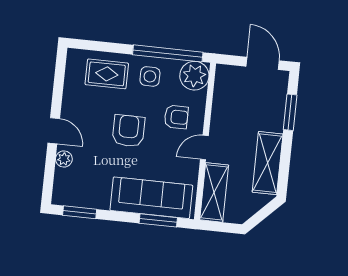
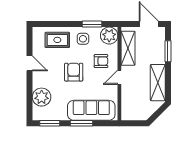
window: (168, 53) -> (92, 24), width x0.47
door: (54, 131) -> (30, 63), moved
plant: (64, 159) -> (42, 97), width x1.88, depth x1.88
shelving: (214, 192) -> (128, 48), moved
window: (158, 220) -> (82, 123), moved

